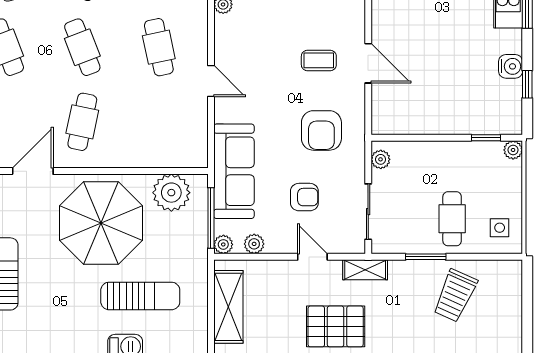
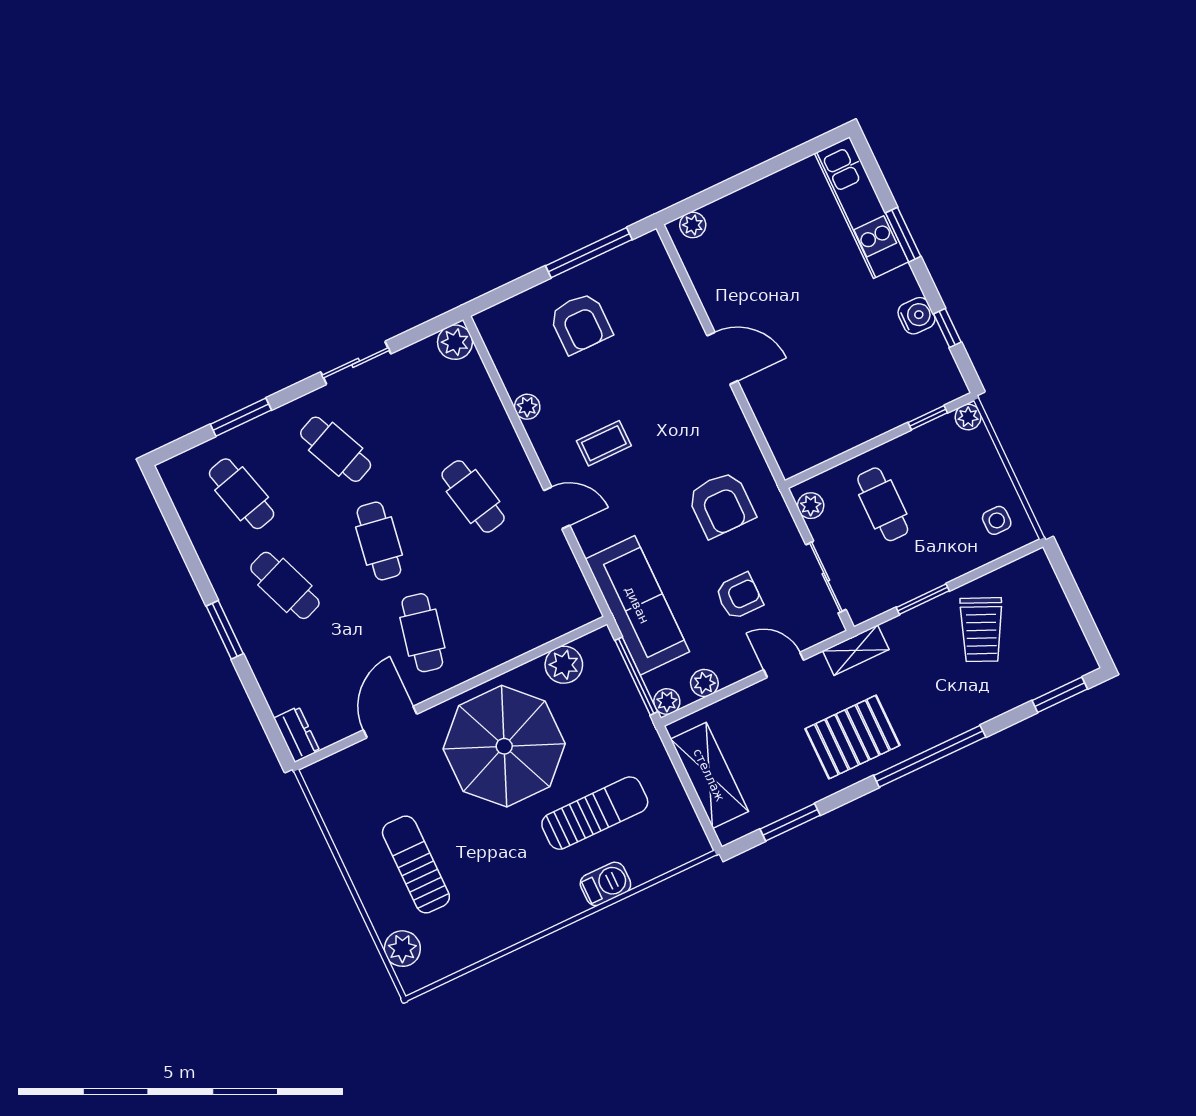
cafe table: (82, 47) -> (379, 541), turned 30
coffee table: (319, 60) -> (604, 443), moved
door: (368, 63) -> (722, 358), moved
plant: (171, 193) -> (564, 665), width x0.73, depth x0.73
cafe table: (452, 219) -> (883, 504), moved

